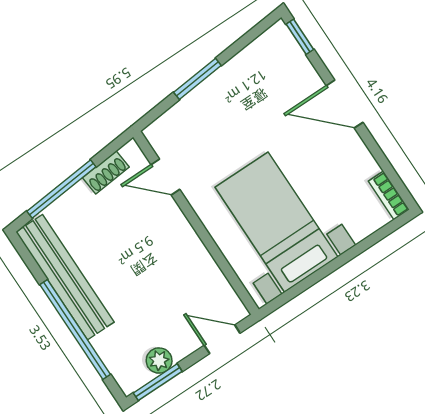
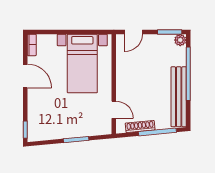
door: (345, 104) -> (25, 76), moved
shoe rack: (106, 172) -> (140, 127), width x1.43
door: (222, 339) -> (134, 32), hinge flipped
plant: (159, 361) -> (180, 40), moved

